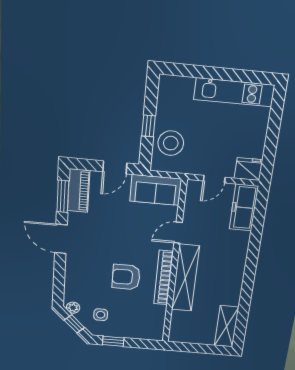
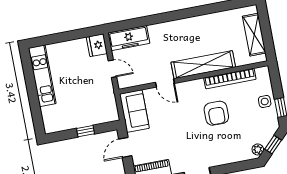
stool: (171, 143) -> (94, 111), removed
door: (115, 167) -> (125, 147), swing flipped
bookcase: (163, 278) -> (230, 79), moved
side table: (101, 315) -> (265, 101), moved
shelving: (226, 326) -> (254, 35), moved, turned 90

